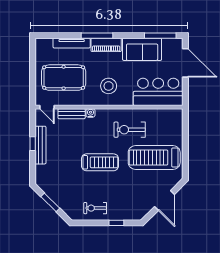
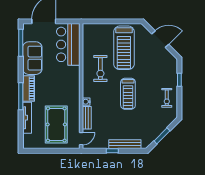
stool: (109, 86) -> (63, 86), removed
bench: (40, 145) -> (125, 144), moved
treadmill: (100, 162) -> (128, 94), turned 180

